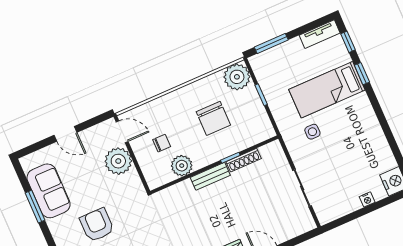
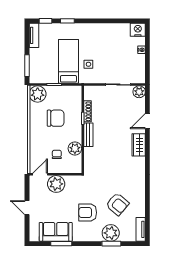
bed: (327, 90) -> (68, 61), moved, turned 180
door: (66, 134) -> (27, 208), swing flipped
plant: (305, 223) -> (139, 92), added

